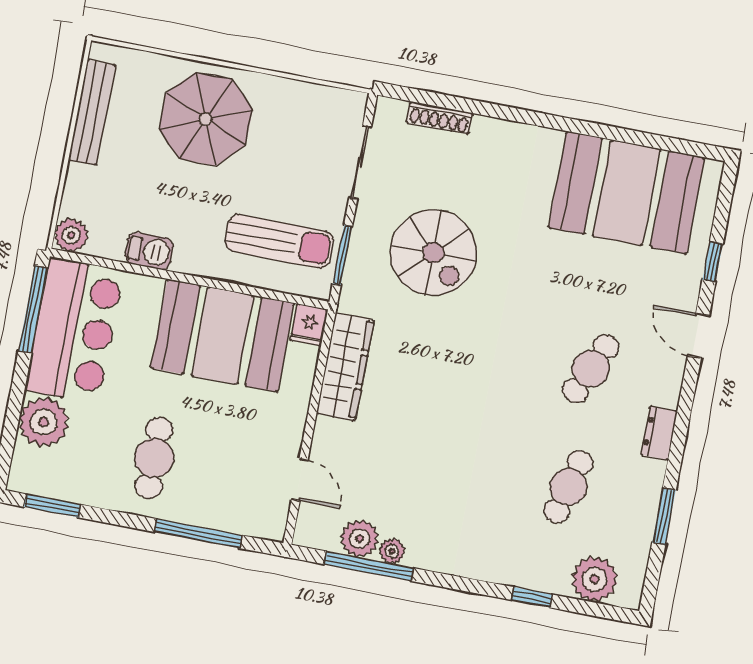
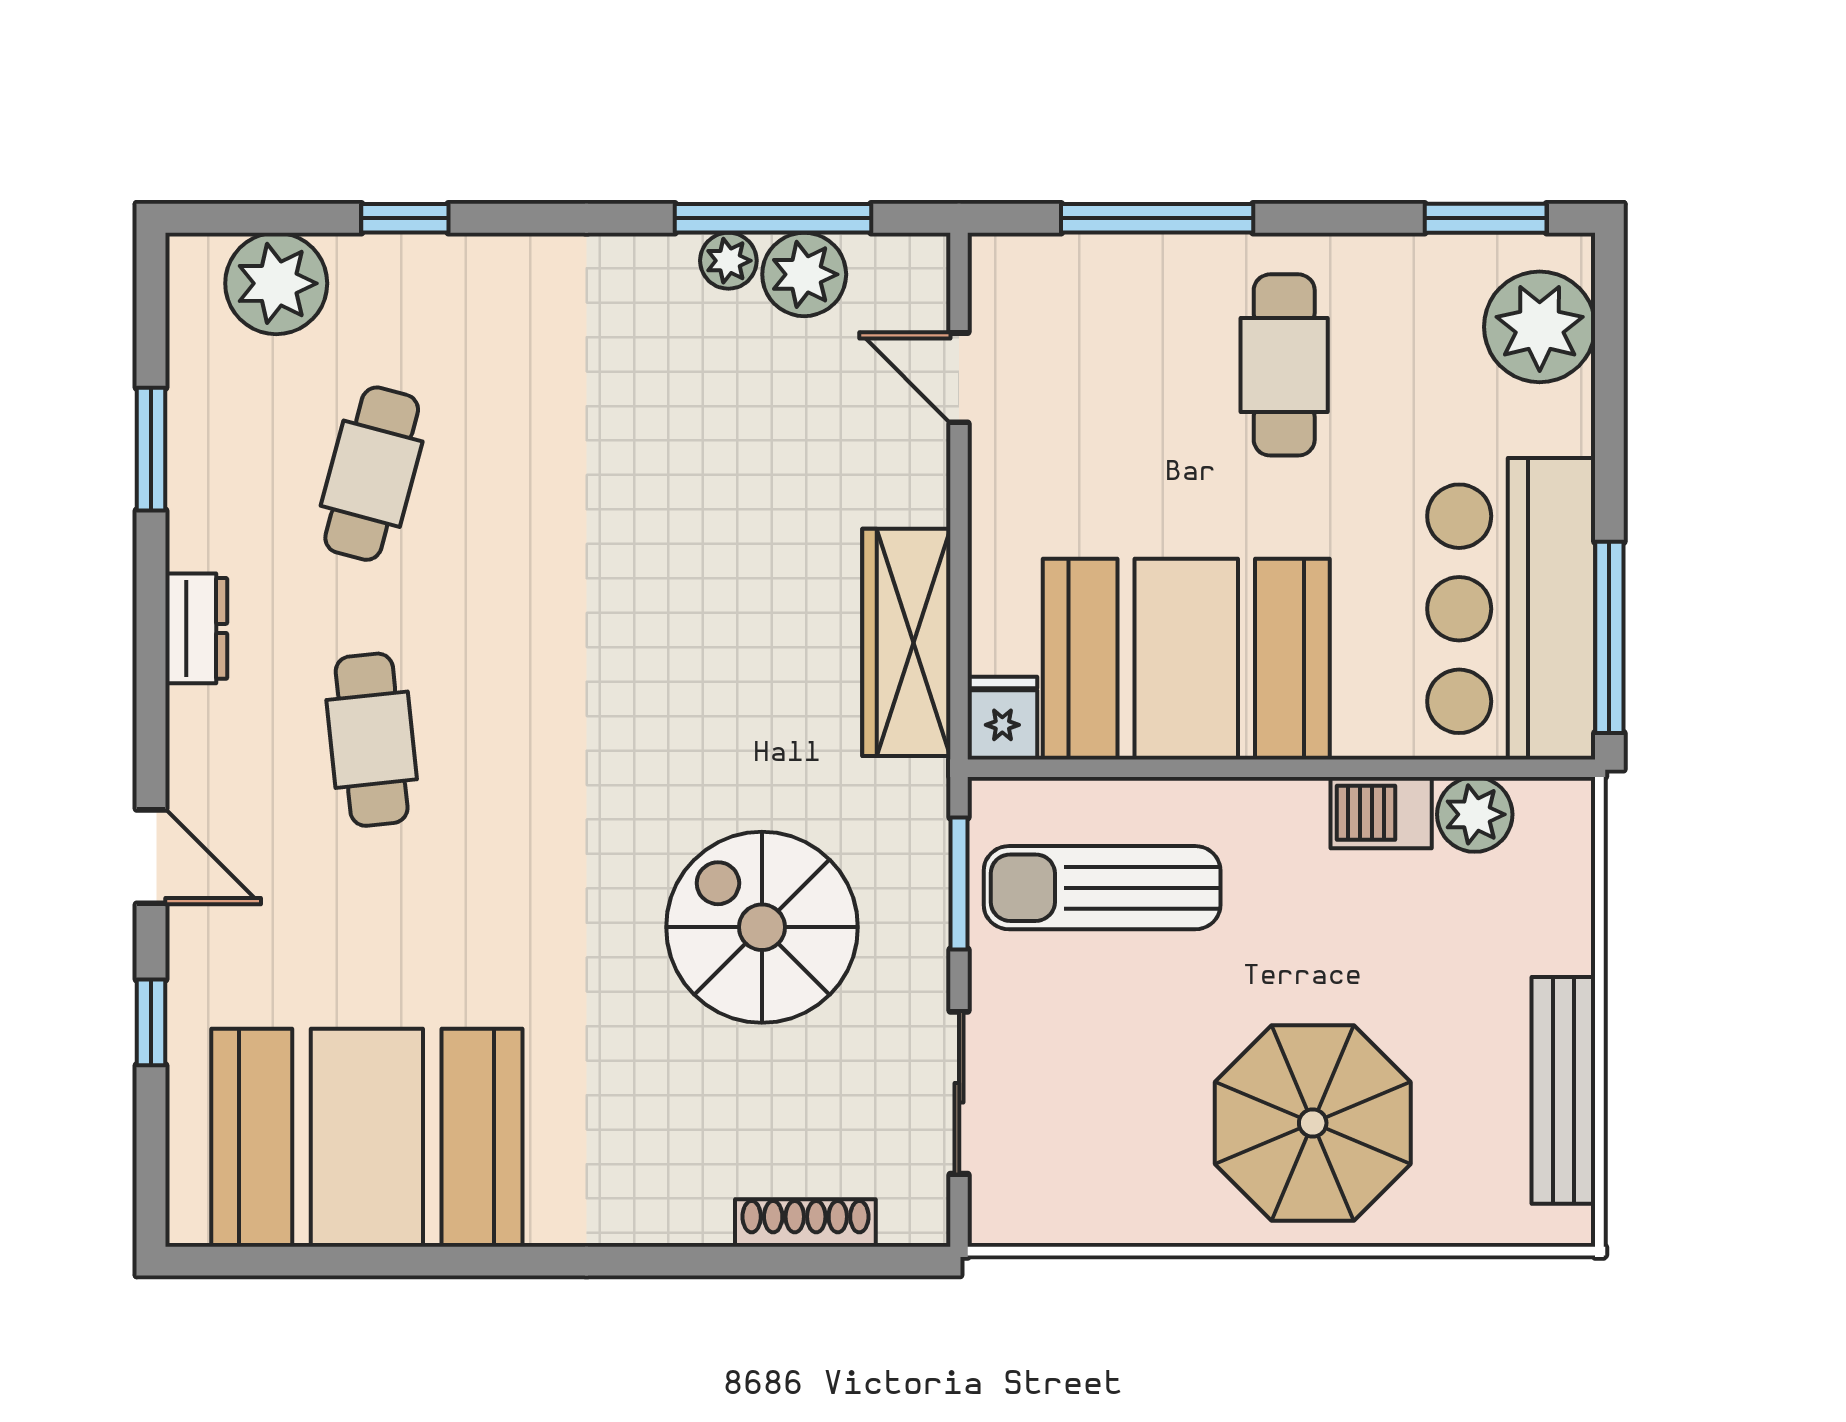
plant: (71, 235) -> (1475, 814), moved
cafe table: (591, 369) -> (372, 740), turned -30
plant: (44, 422) -> (1540, 327), moved

